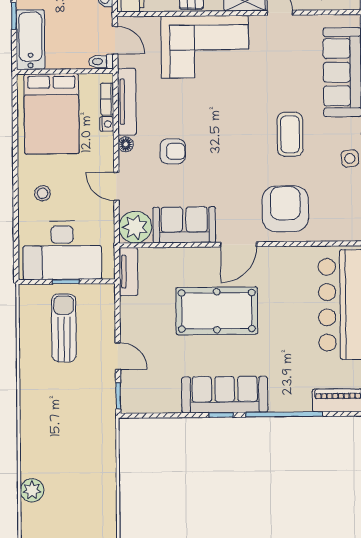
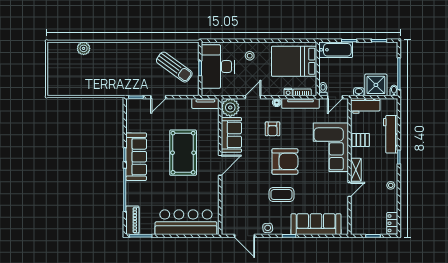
armchair: (285, 209) -> (285, 161), moved
door: (239, 244) -> (220, 165), swing flipped
sun lounger: (64, 328) -> (174, 67), turned 36

